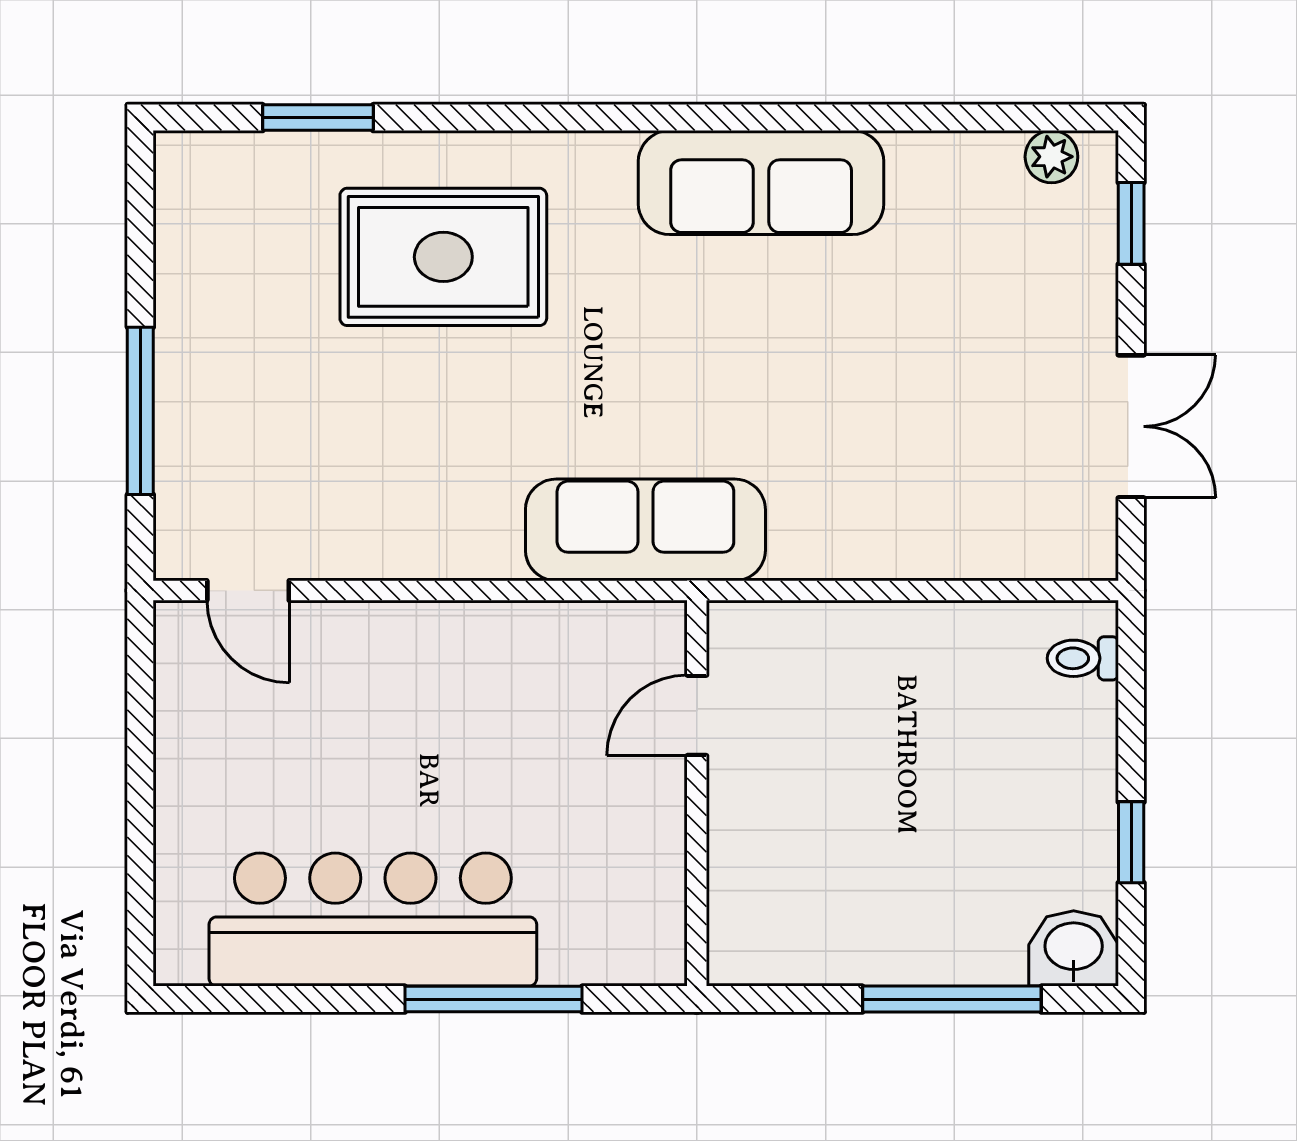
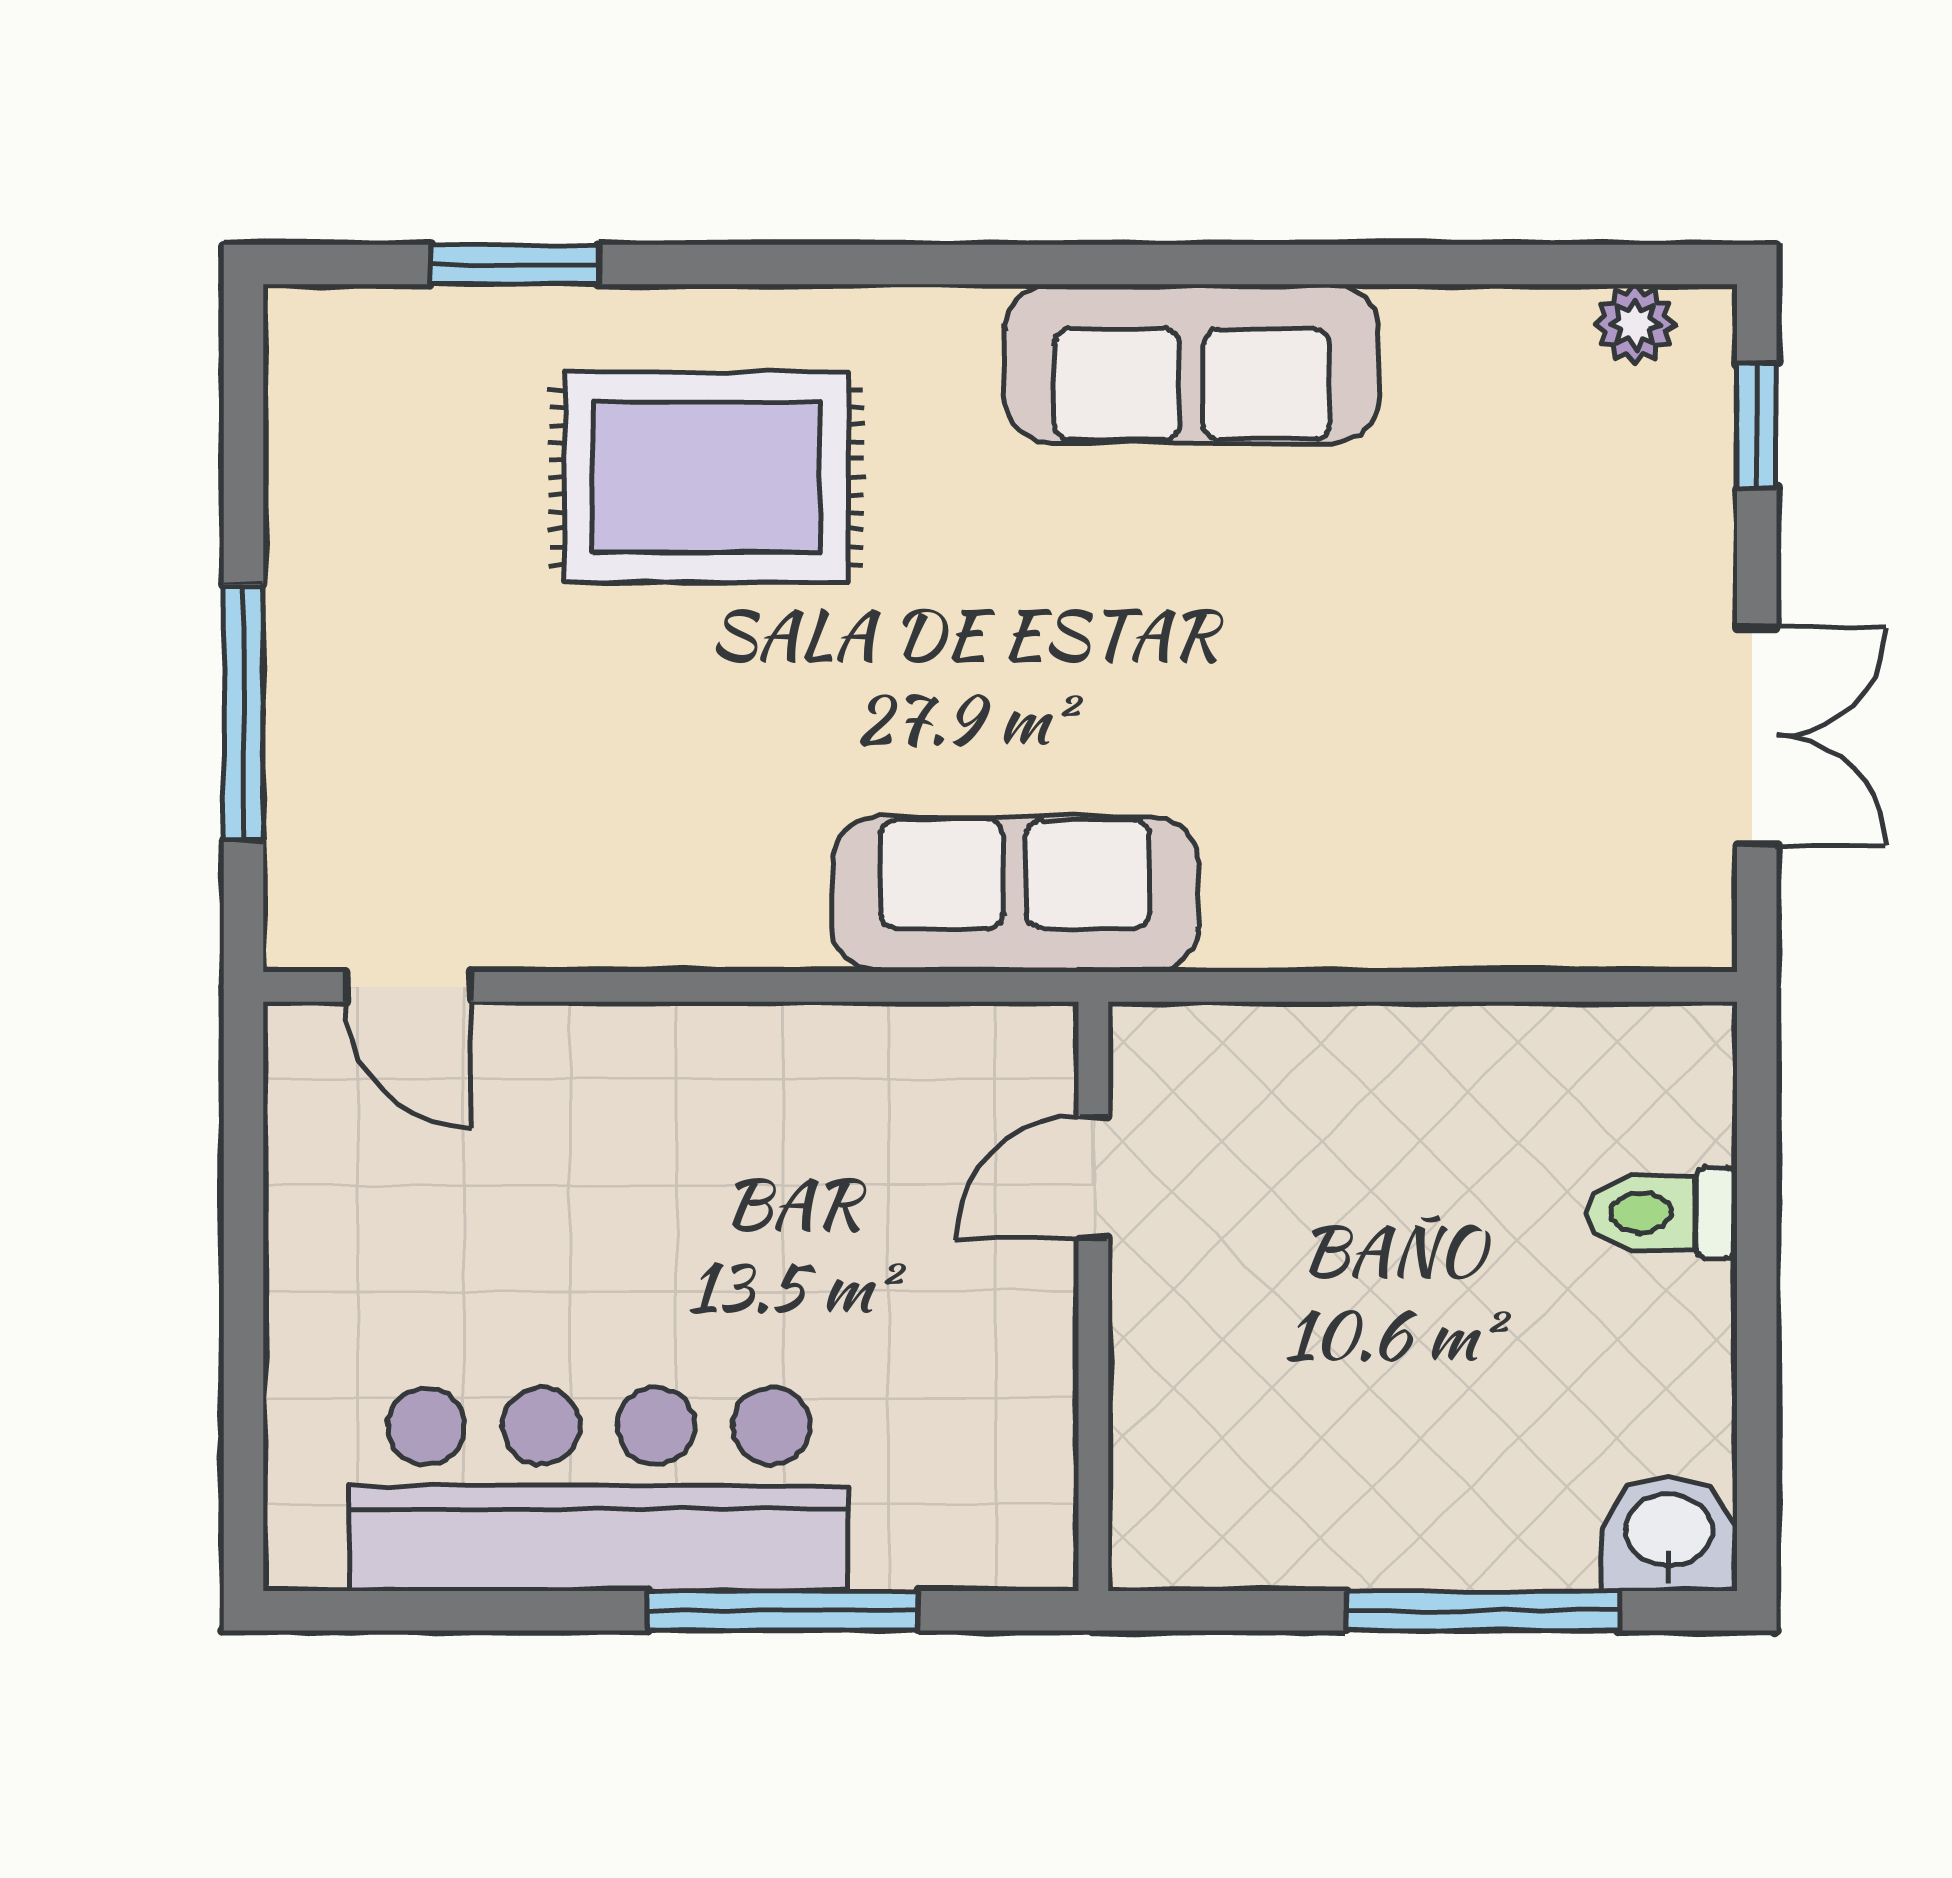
toilet: (1083, 658) -> (1662, 1213), moved, width x1.37, depth x1.39
window: (1131, 842) -> (1757, 1371), removed

